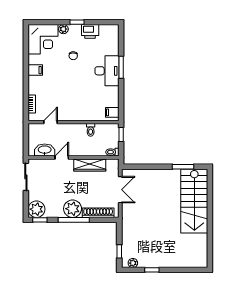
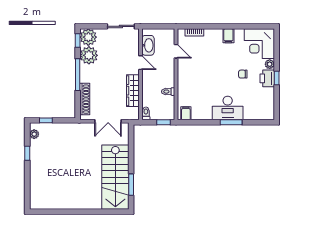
printer: (90, 31) -> (267, 78), moved
stairs: (194, 201) -> (115, 177), moved, turned -90
plant: (73, 209) -> (89, 55), moved

